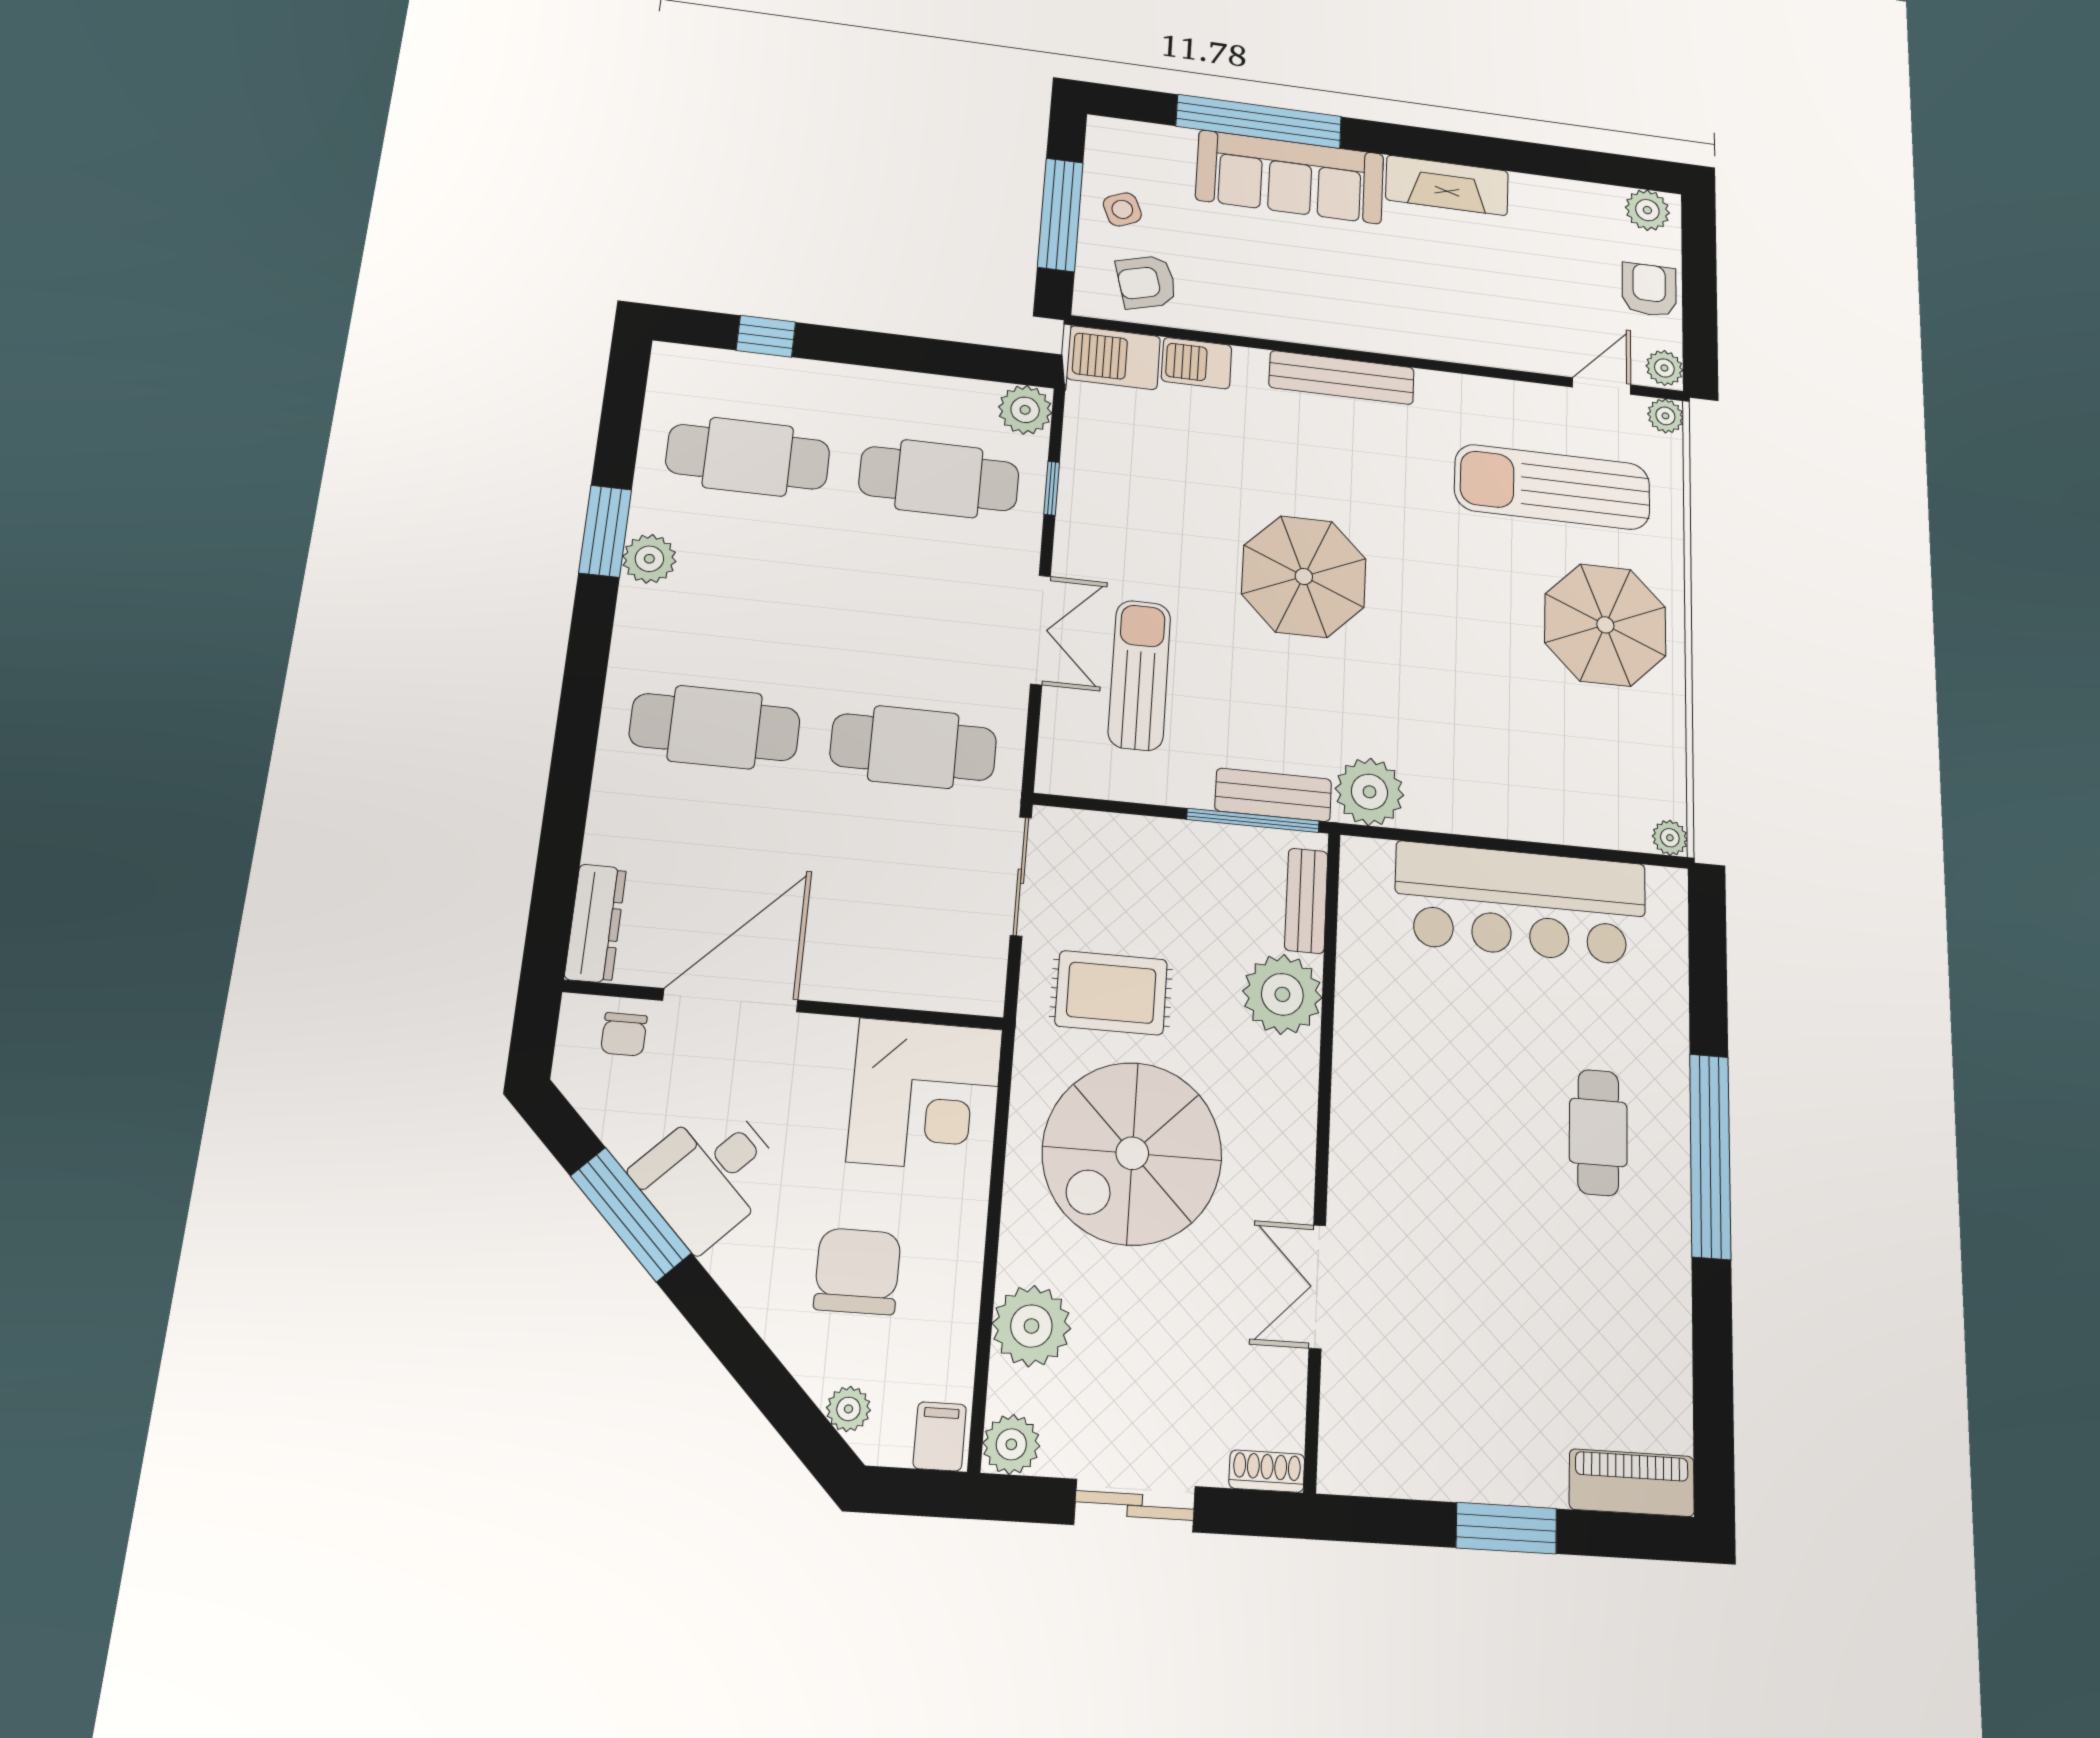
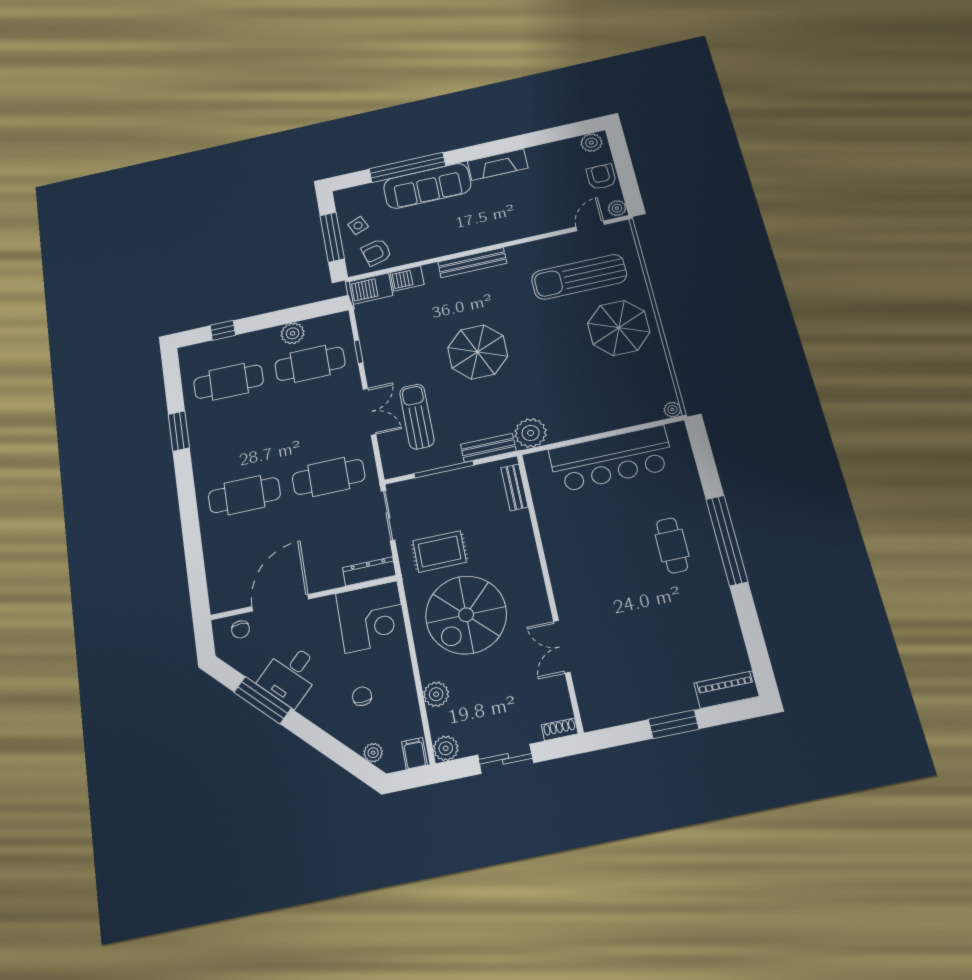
plant: (1025, 410) -> (293, 333), moved
plant: (1665, 416) -> (623, 229), removed
plant: (649, 559) -> (200, 436), removed
window: (1253, 820) -> (444, 469), moved
dresser: (595, 923) -> (369, 571), moved, turned -90
plant: (1282, 994) -> (514, 530), removed
chair: (858, 1271) -> (362, 696), width x0.54, depth x0.54
plant: (1031, 1326) -> (436, 694), width x0.73, depth x0.73

